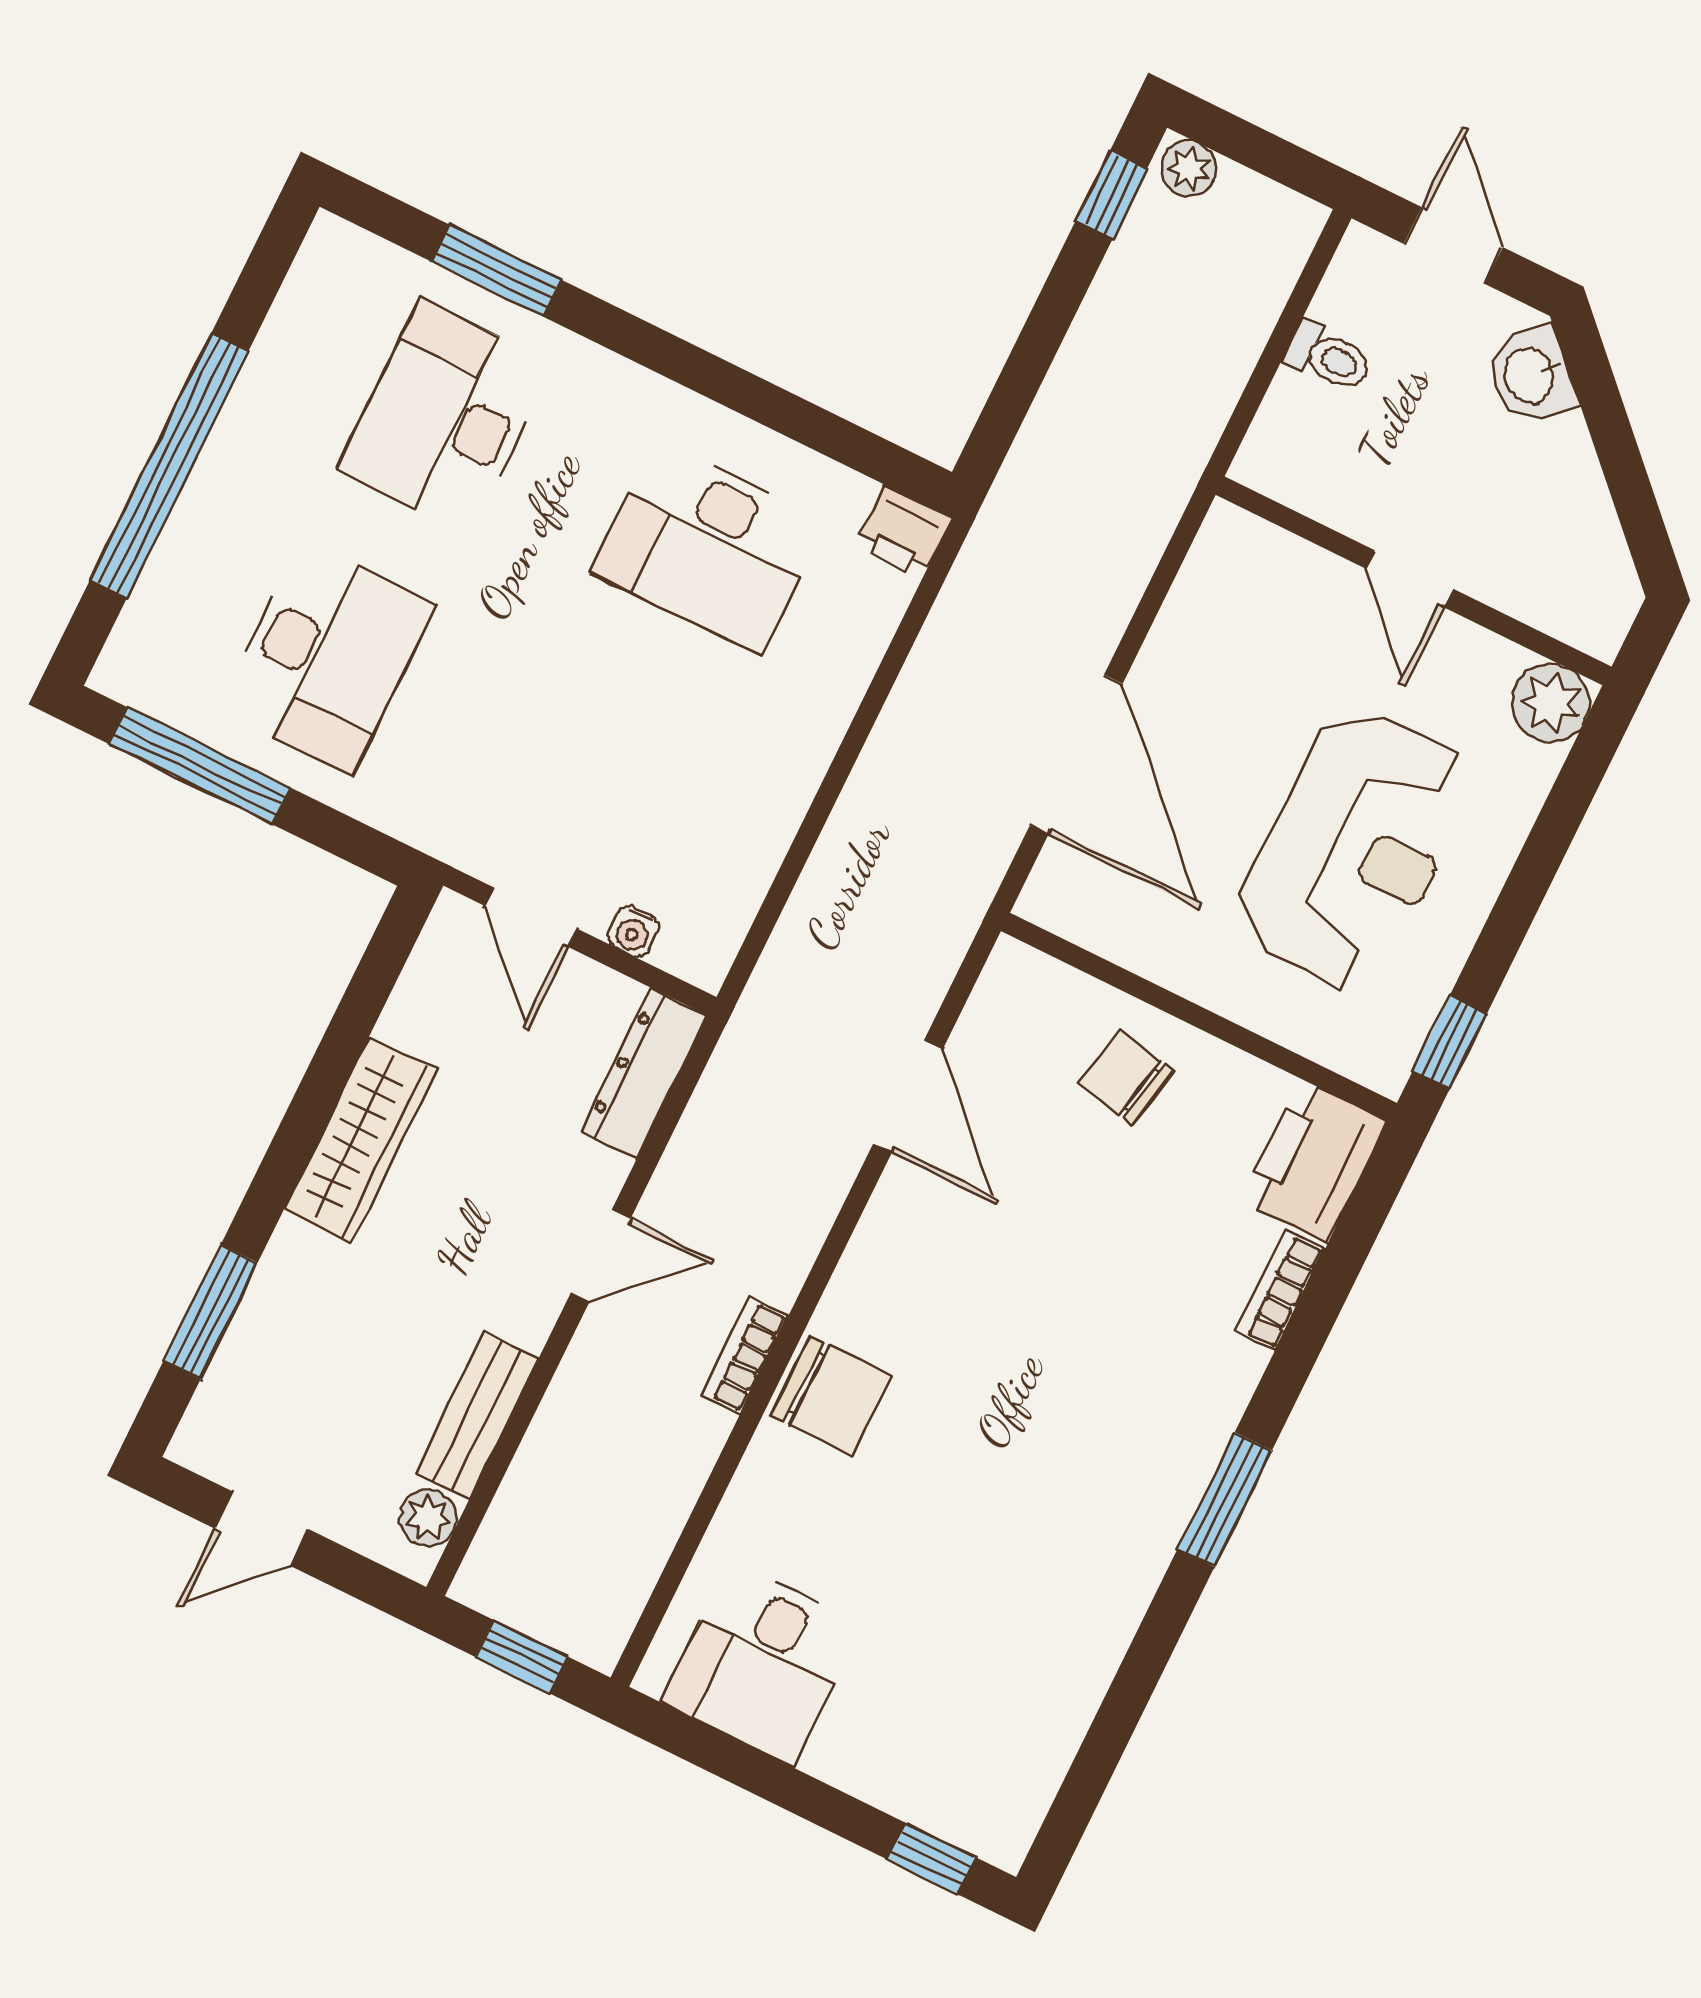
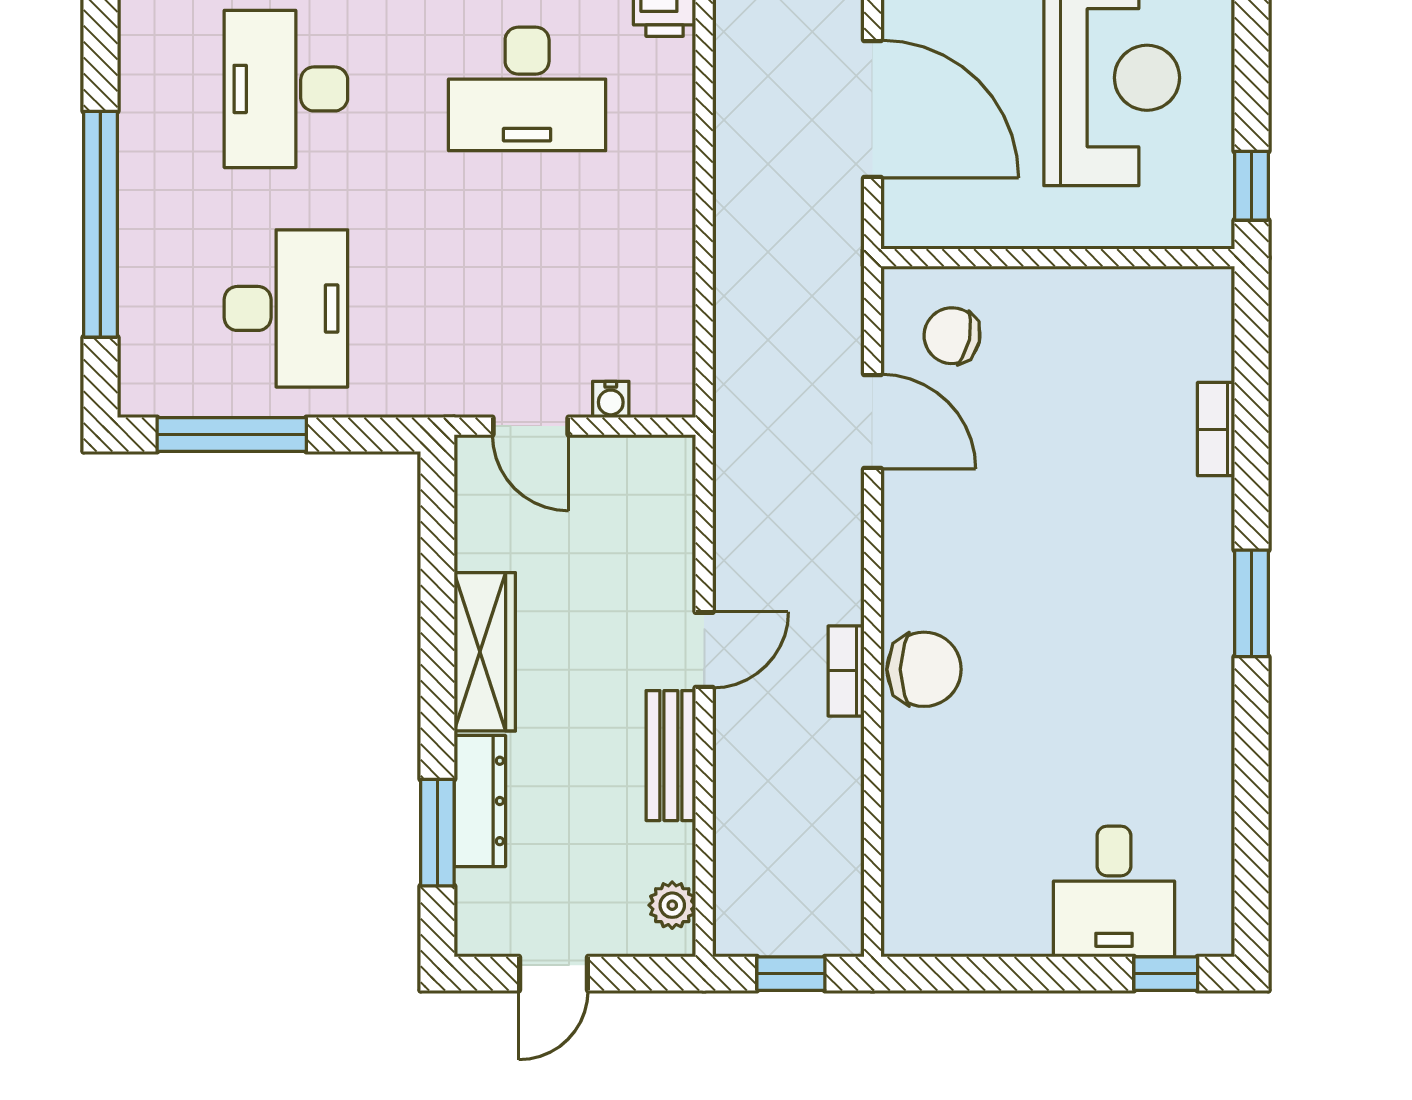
dresser: (644, 1073) -> (480, 801), moved, turned 180
chair: (1126, 1077) -> (952, 336), moved
printer: (1314, 1161) -> (1195, 322), removed
bench: (477, 1416) -> (671, 756), moved
desk: (762, 1663) -> (1114, 891), moved

